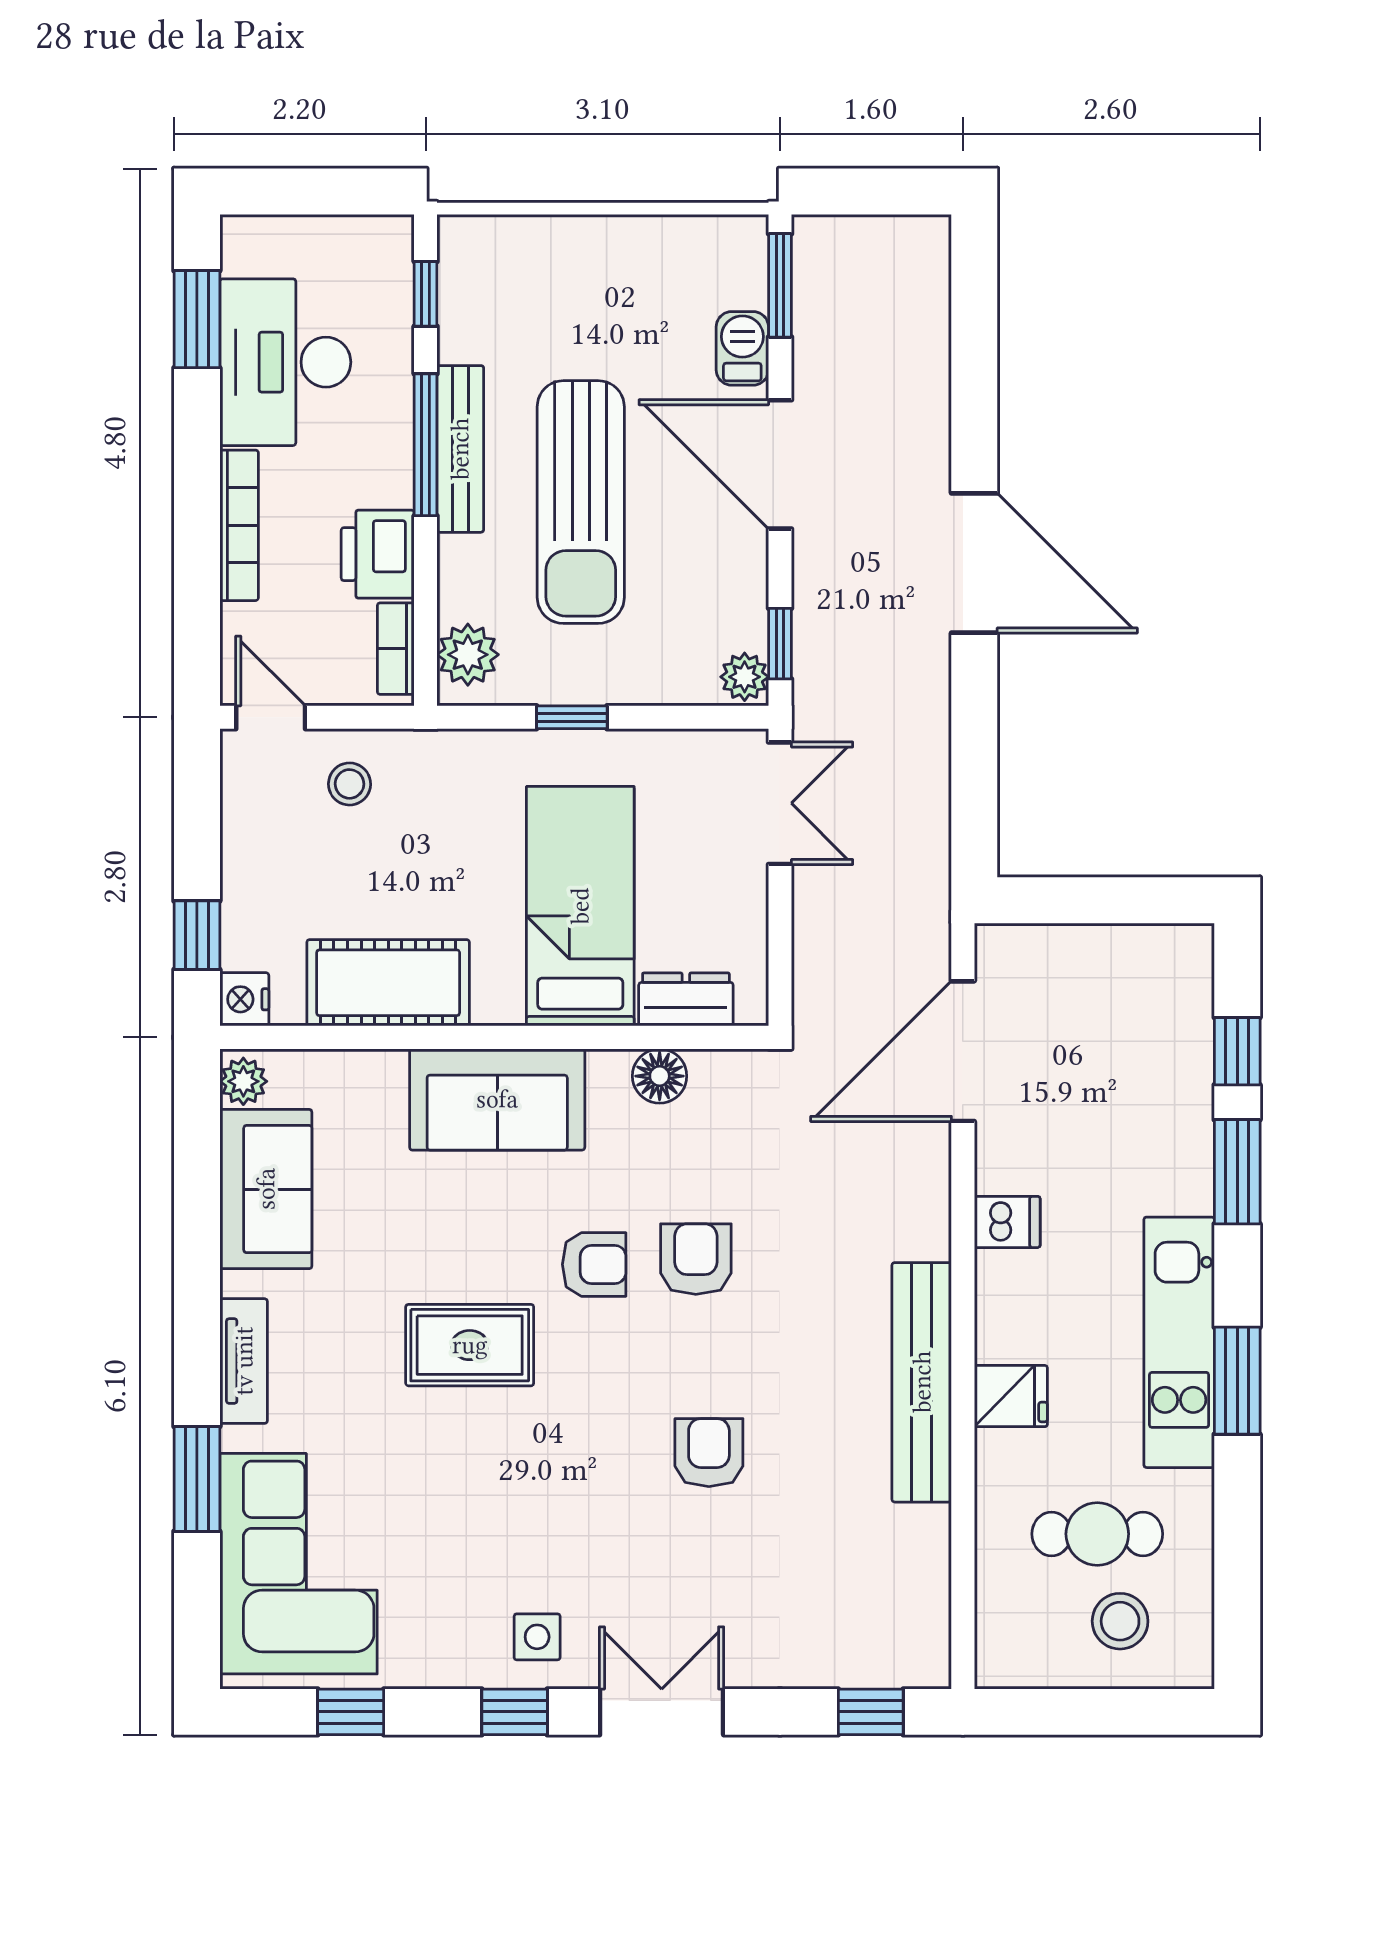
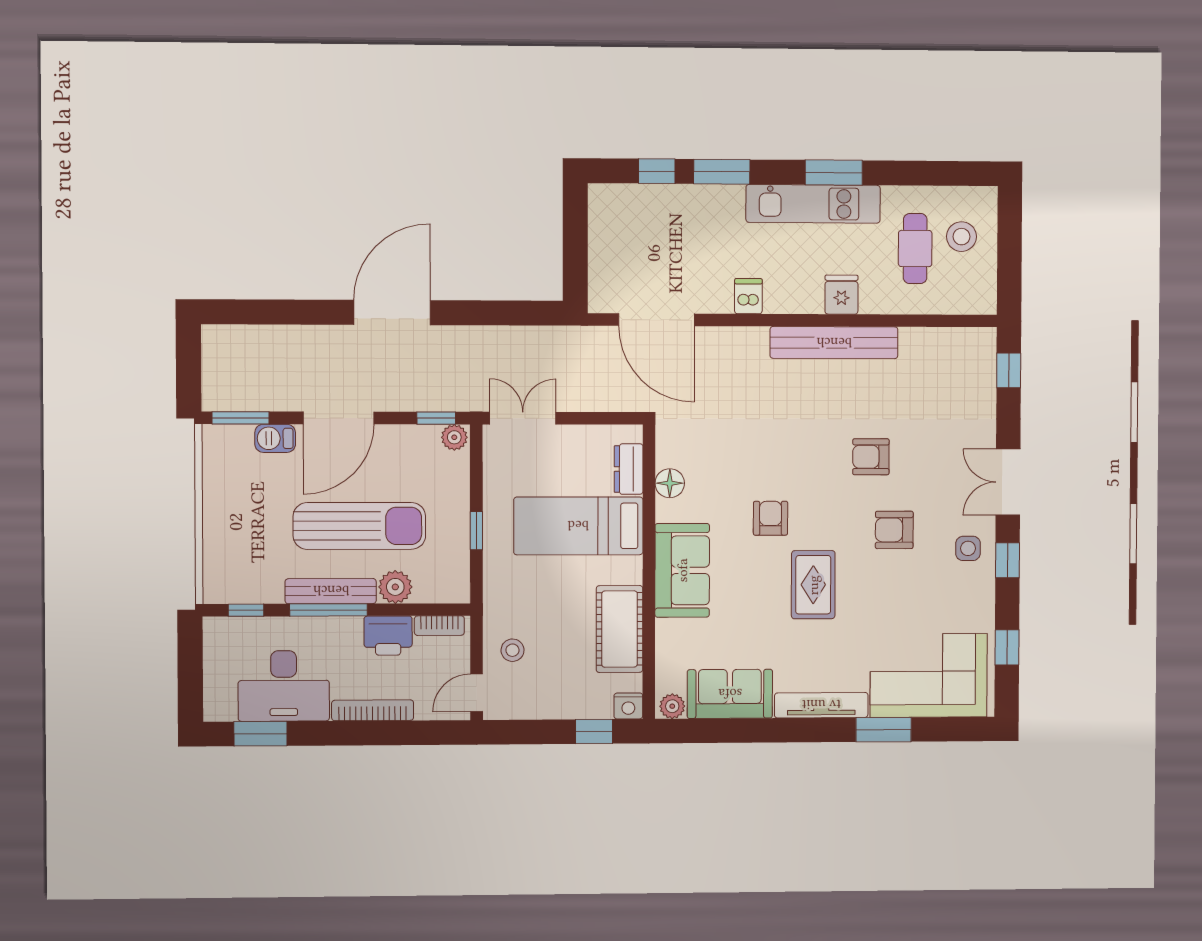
plant: (468, 655) -> (395, 587), moved
armchair: (696, 1259) -> (894, 530), moved
tv unit: (244, 1361) -> (821, 705), width x1.41

